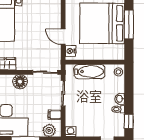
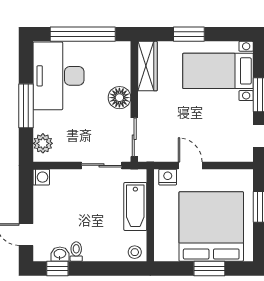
window: (129, 24) -> (209, 268), width x0.69
door: (63, 37) -> (190, 165), hinge flipped
washbasin: (120, 99) -> (60, 254), moved
filing cabinet: (55, 115) -> (68, 152), removed

